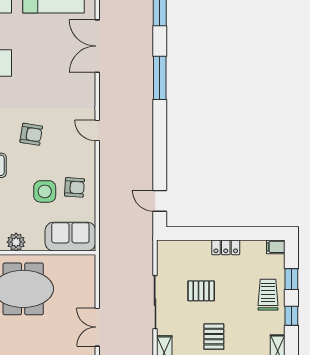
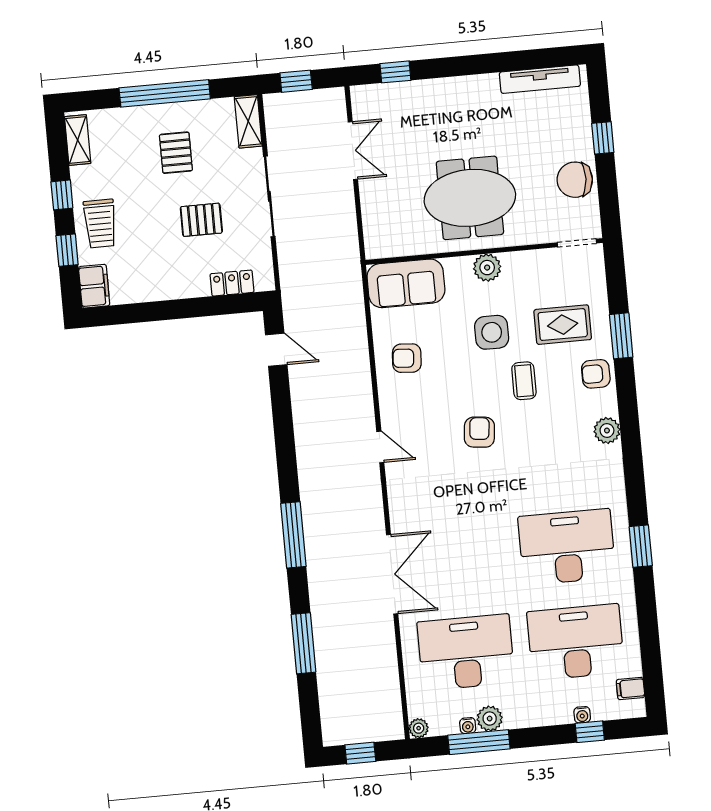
armchair: (31, 134) -> (479, 432), turned 87
side table: (45, 191) -> (492, 332), moved
locker: (226, 247) -> (232, 283), moved
filing cabinet: (276, 247) -> (94, 286), width x2.00

